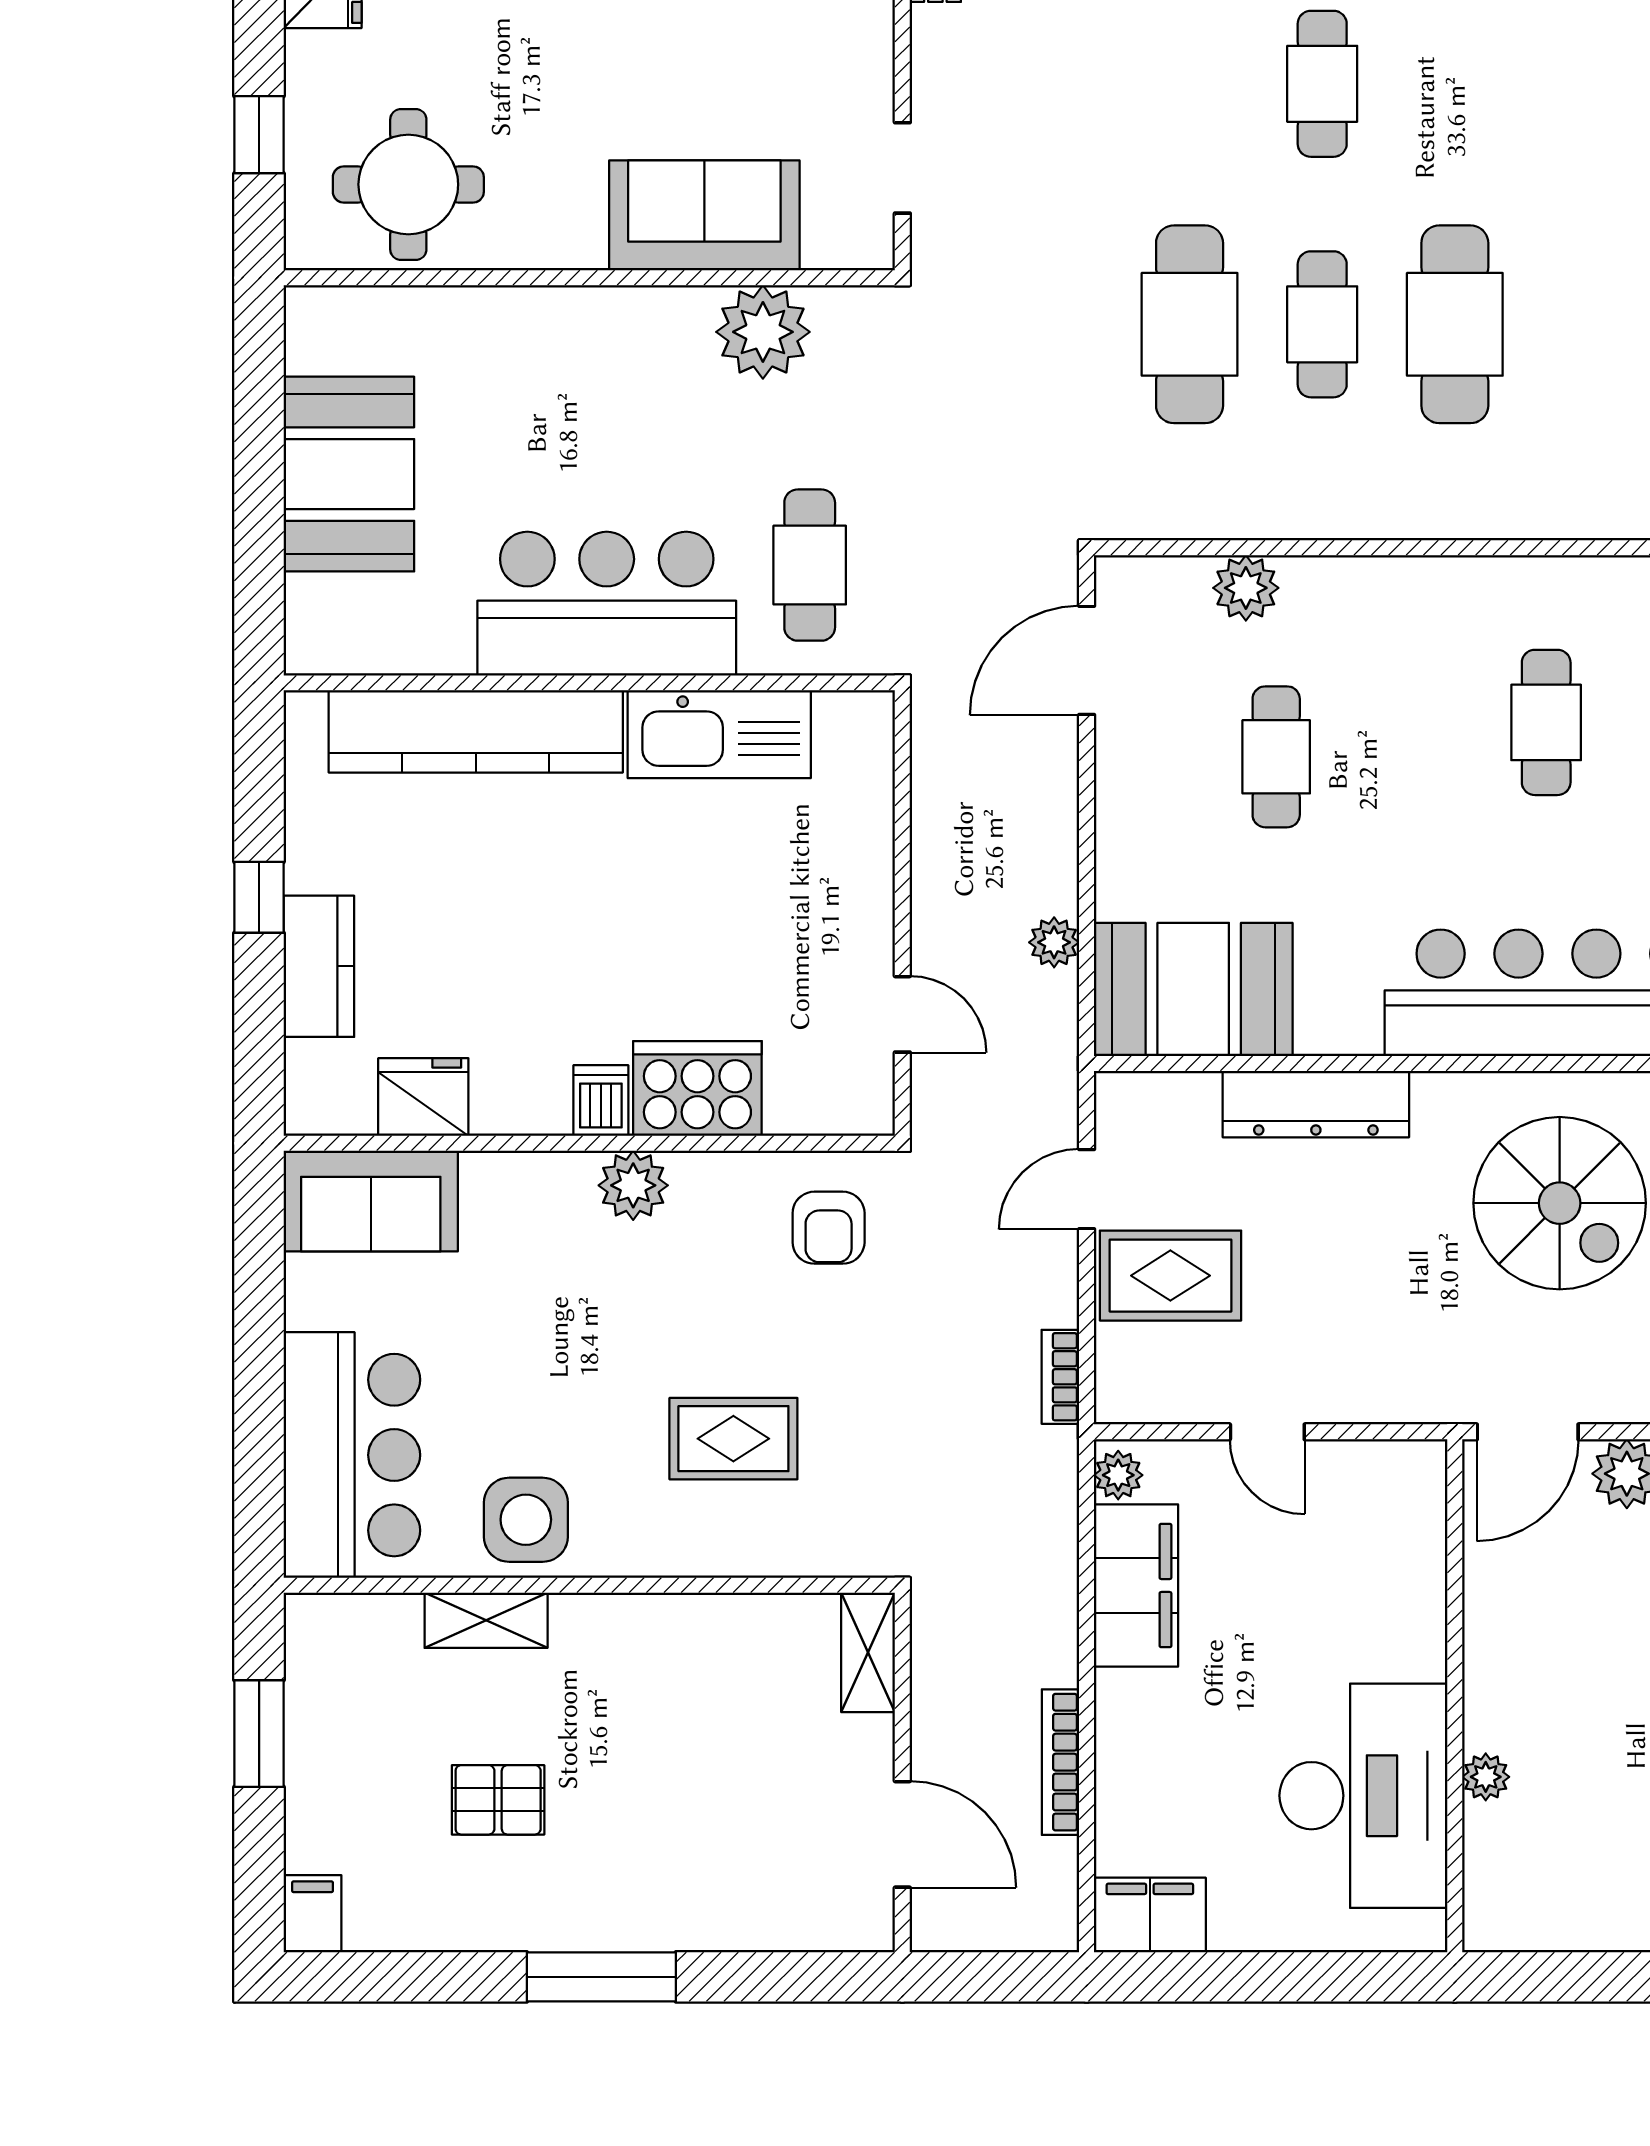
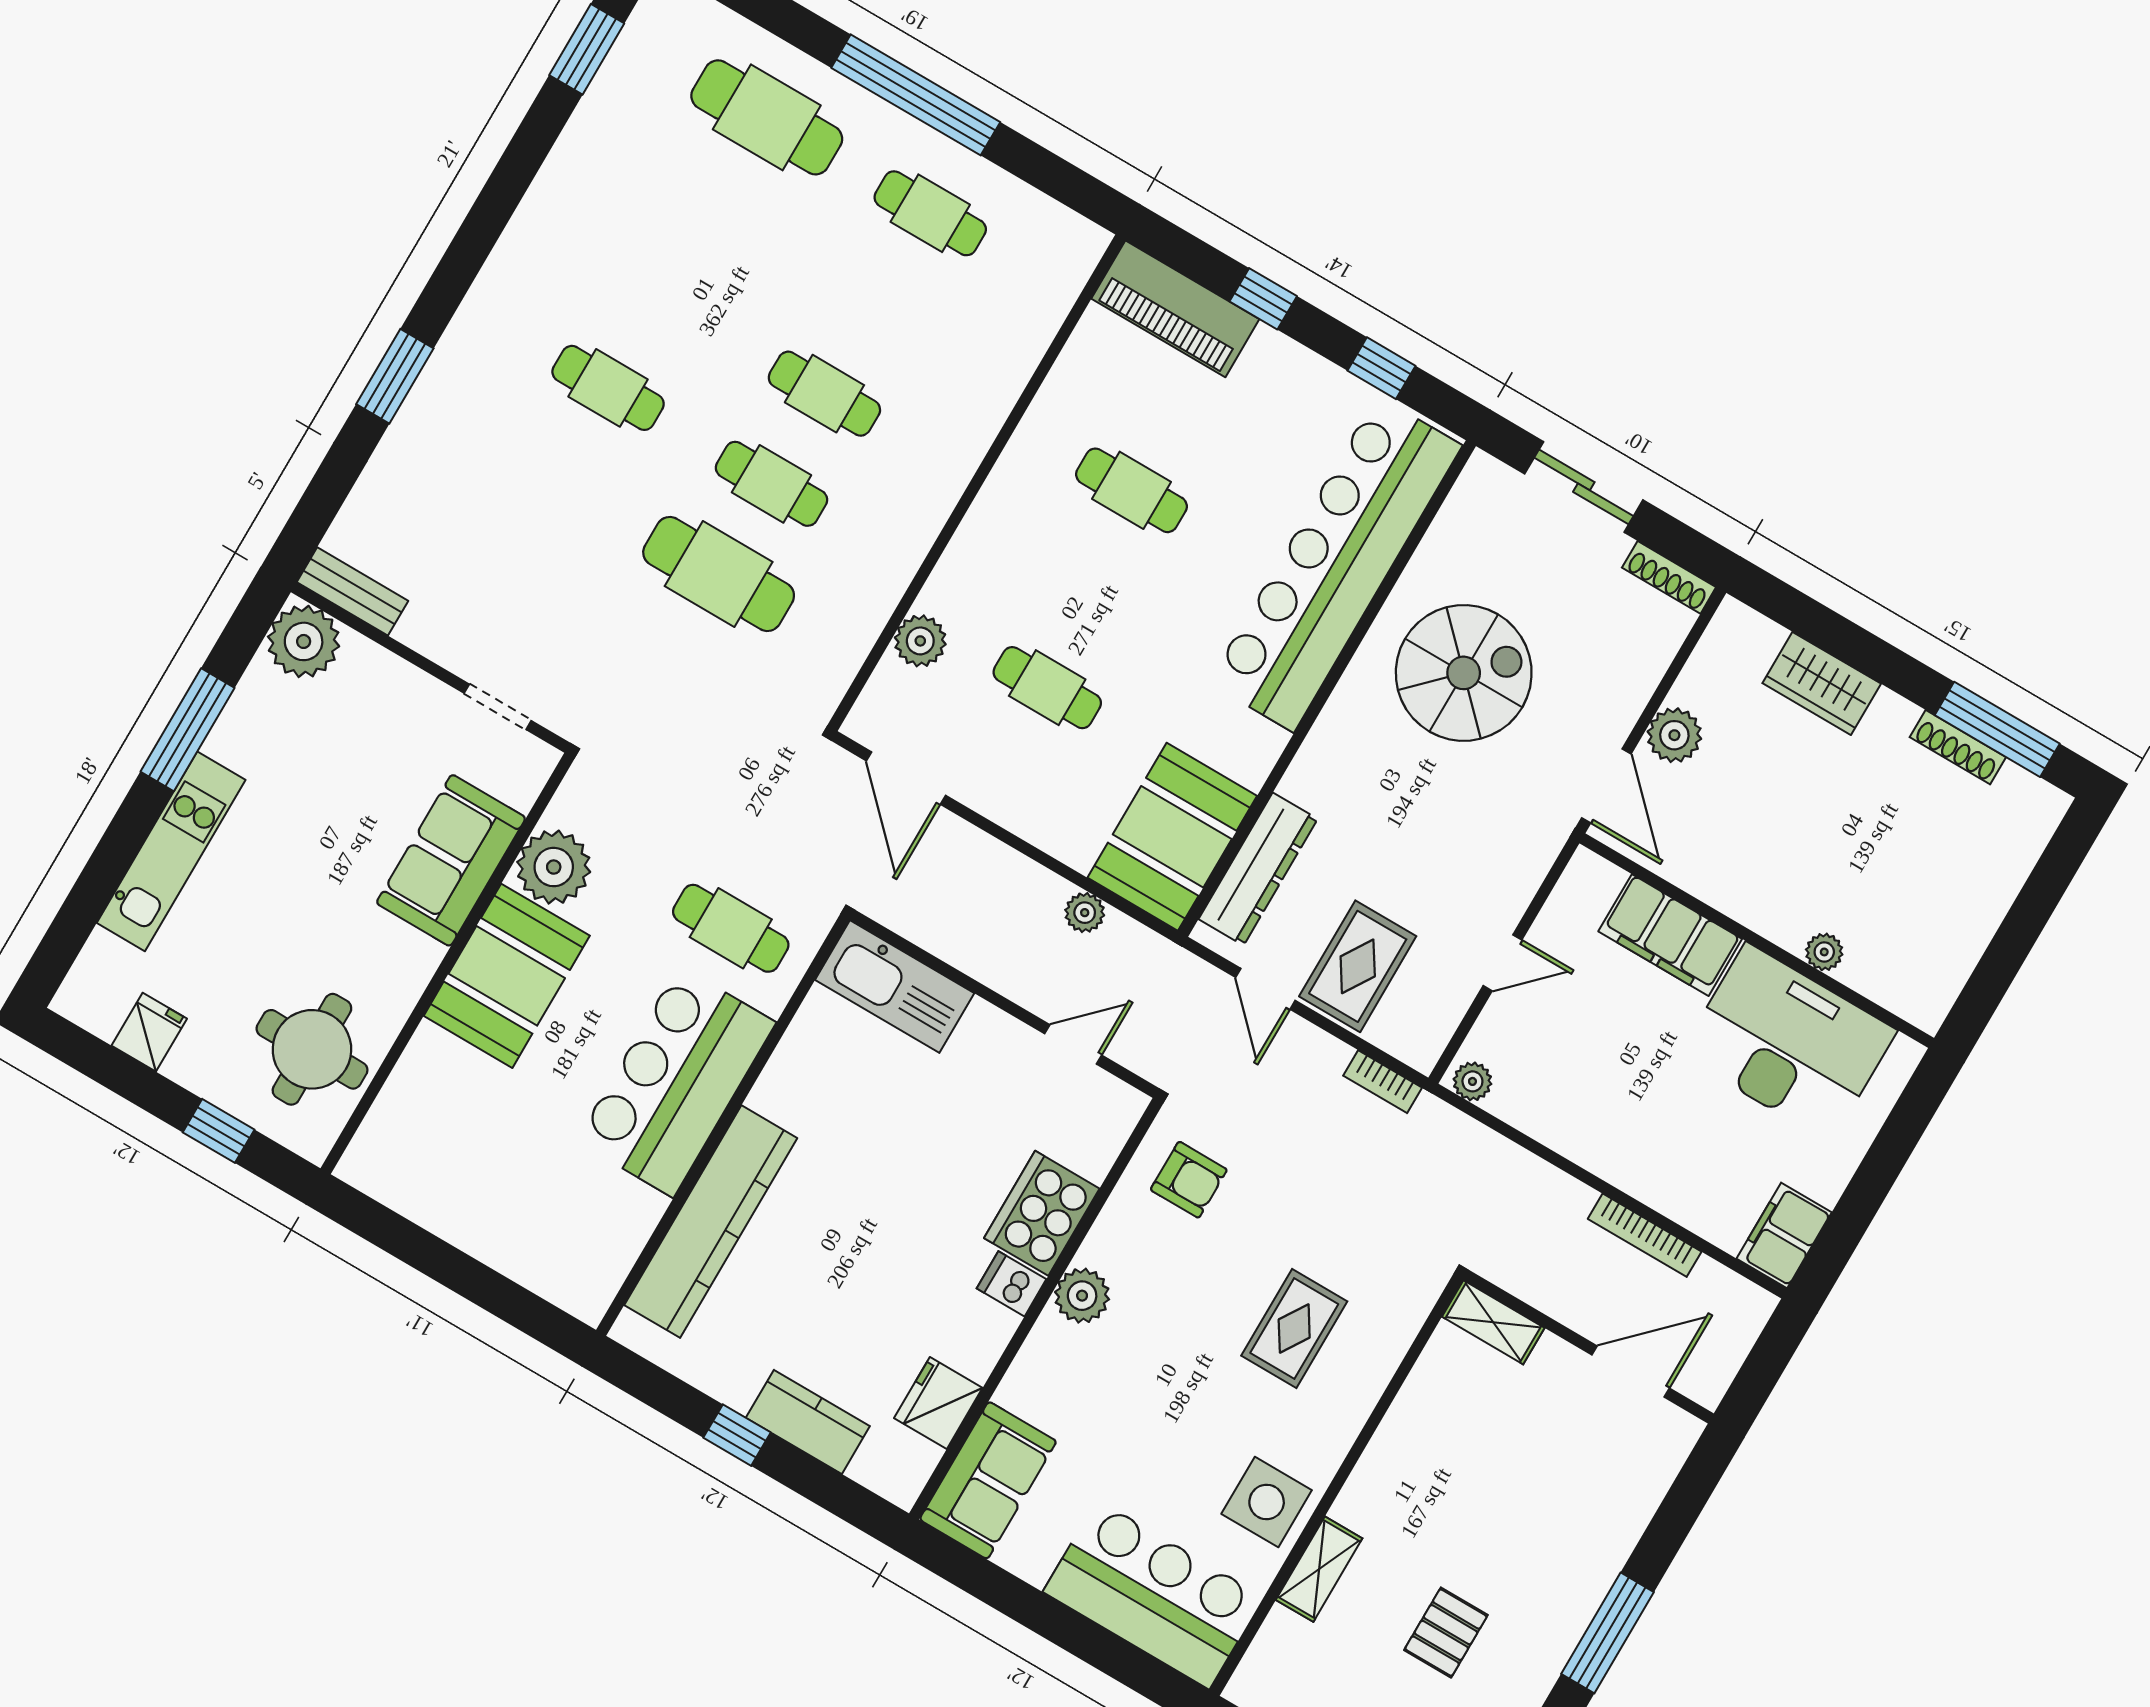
cafe table: (1455, 324) -> (824, 394), width x0.73, depth x0.74
booth: (349, 474) -> (507, 976), moved, turned 90
kitchen sink: (719, 734) -> (895, 987), moved, turned 90
dresser: (1316, 1104) -> (1258, 869), moved
filing cabinet: (1136, 1586) -> (1670, 935), moved, turned 180

